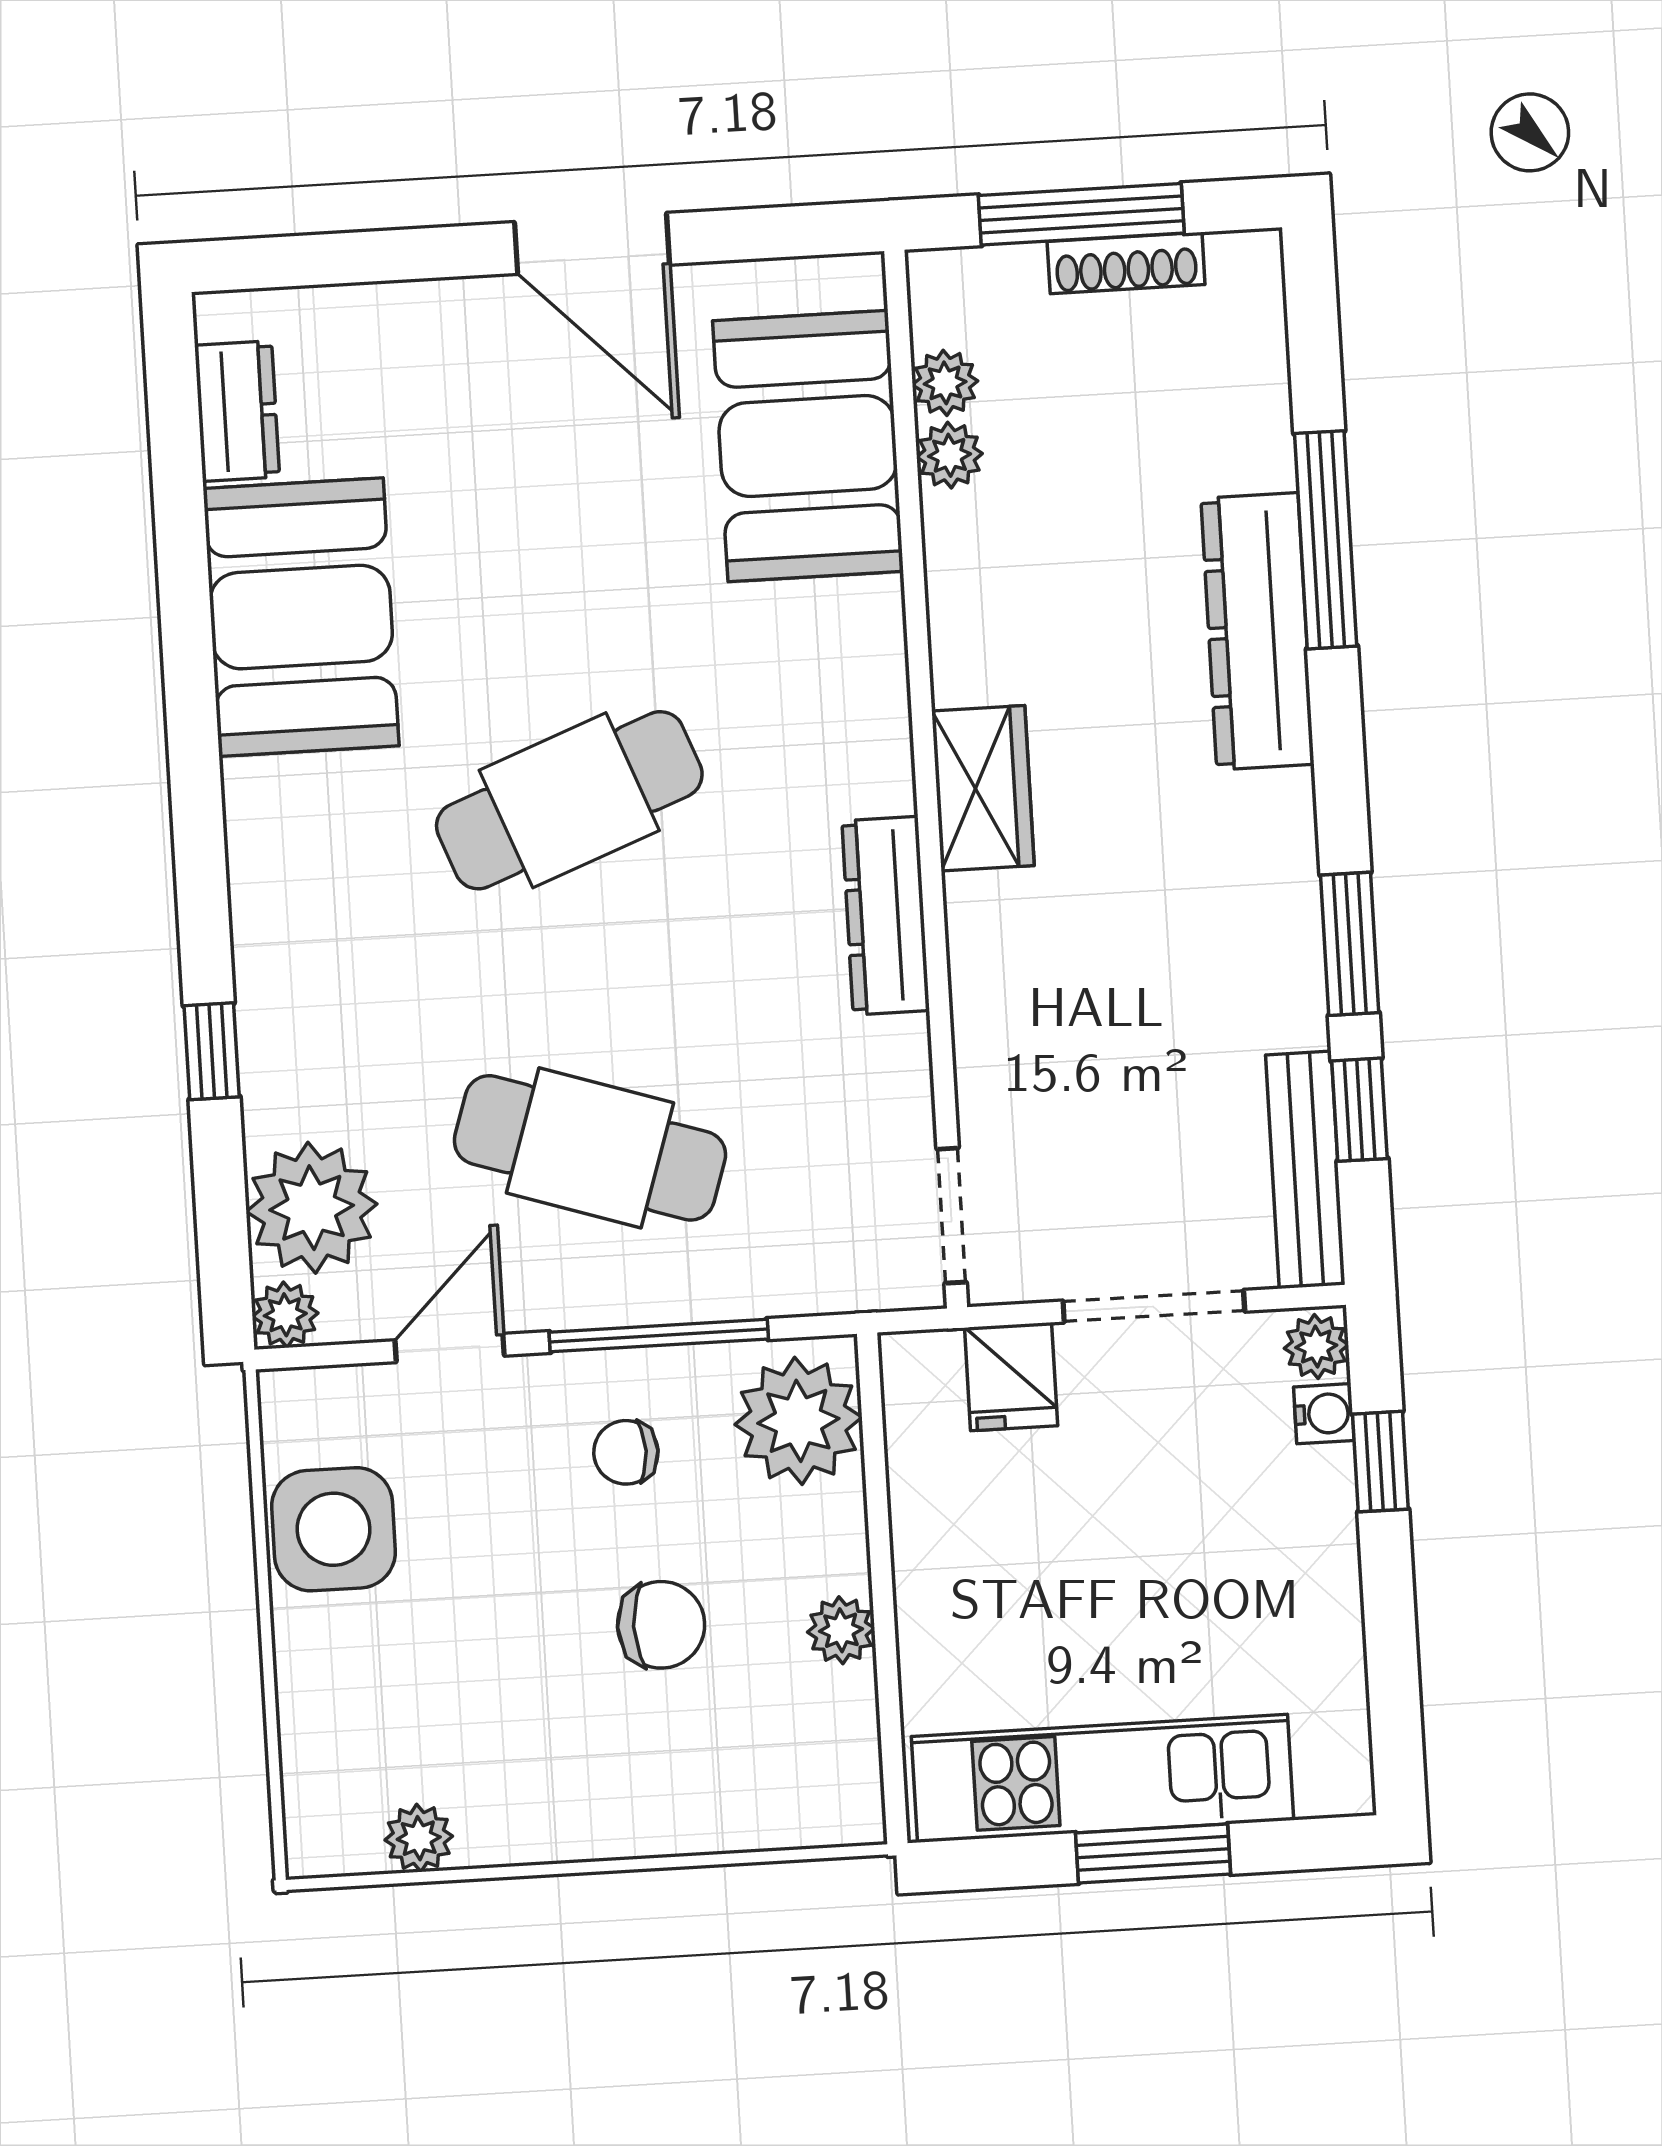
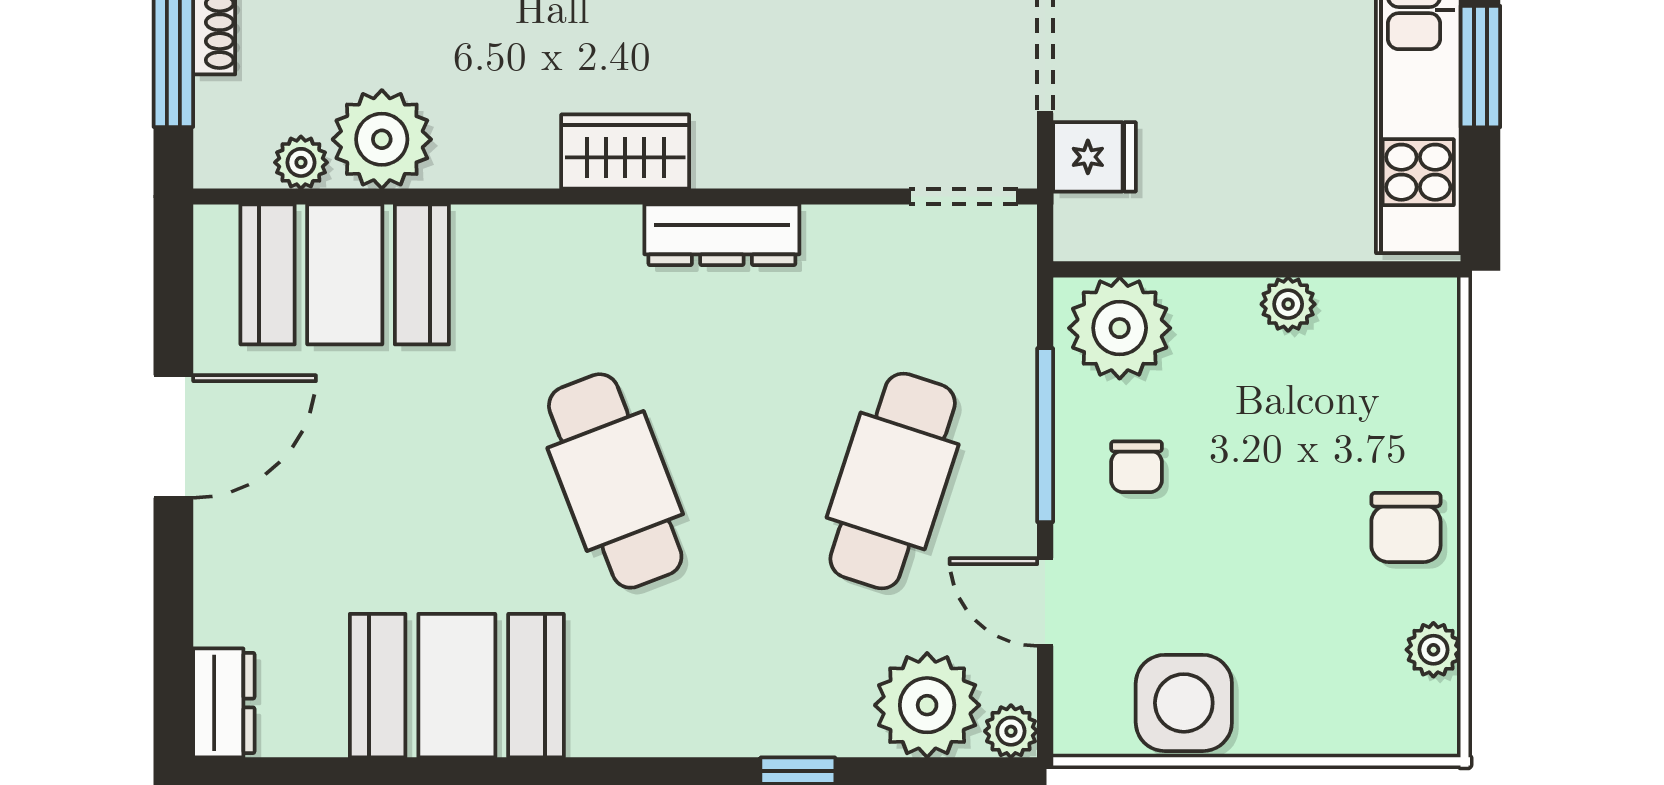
dresser: (237, 411) -> (224, 703), moved, turned 90
plant: (949, 455) -> (382, 139), width x1.88, depth x1.88
chair: (661, 1625) -> (1406, 527), moved, turned 180

